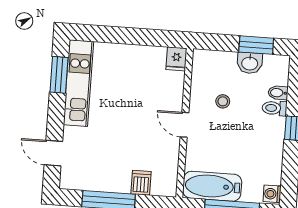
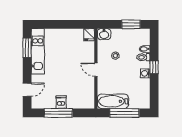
washbasin: (250, 63) -> (104, 34), moved
door: (53, 153) -> (27, 90), swing flipped
dishwasher: (141, 183) -> (61, 102), moved
washing machine: (272, 194) -> (145, 73), moved

